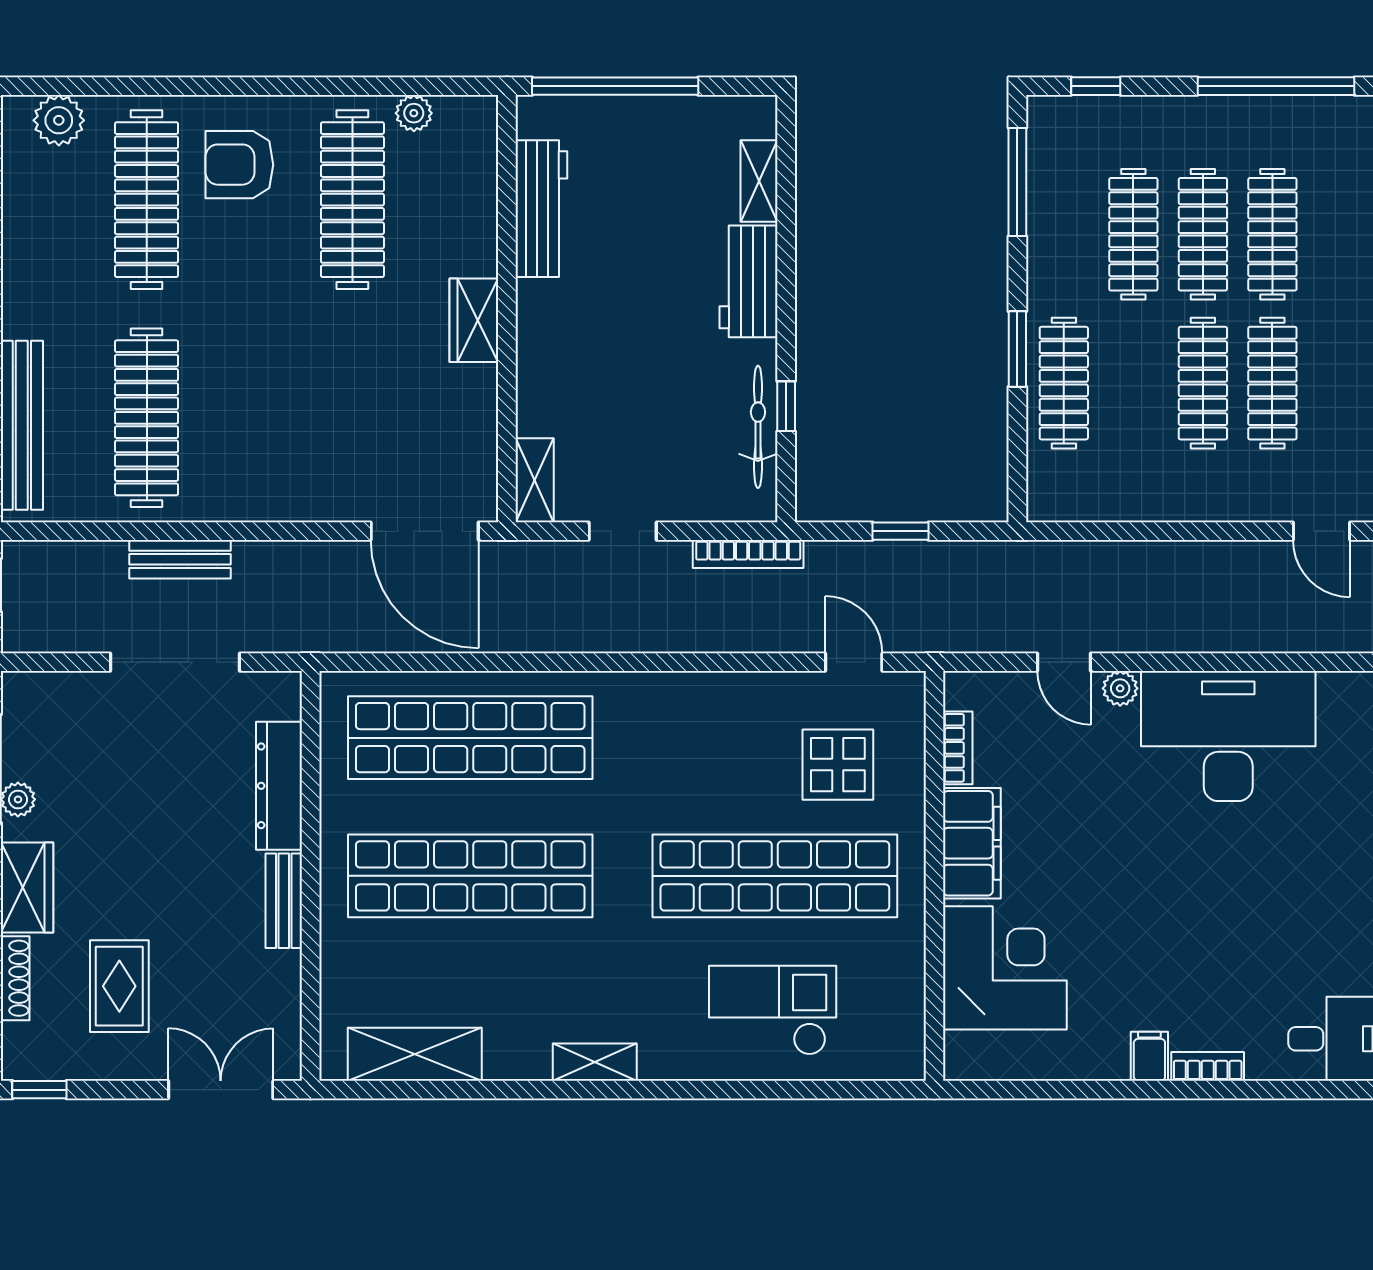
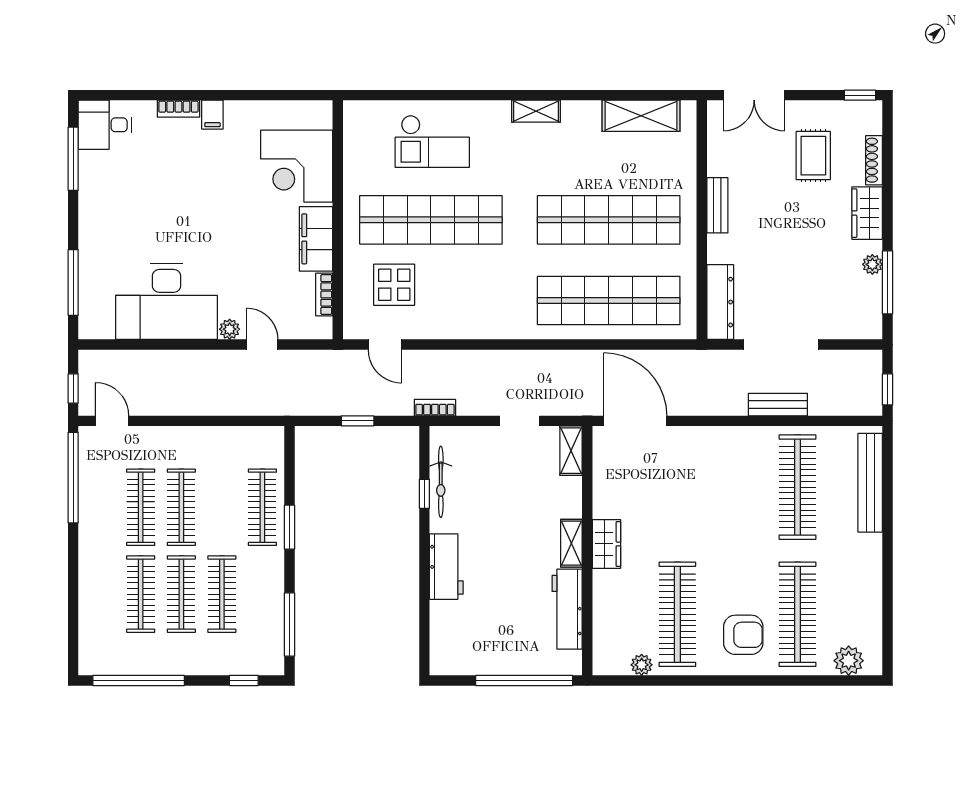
shelving: (759, 181) -> (571, 543), moved
bookcase: (748, 554) -> (435, 408), width x0.64
dresser: (279, 786) -> (720, 302), moved

